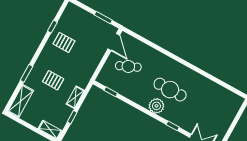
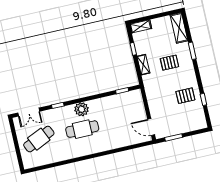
cafe table: (128, 66) -> (39, 139), moved, width x1.37, depth x1.35

